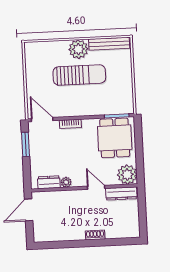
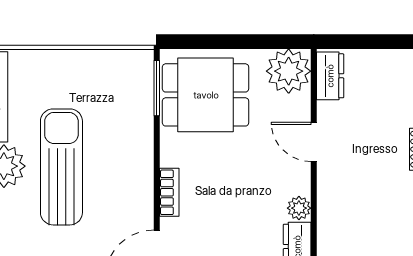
door: (96, 187) -> (314, 142), hinge flipped
dresser: (121, 193) -> (330, 76), width x0.70

